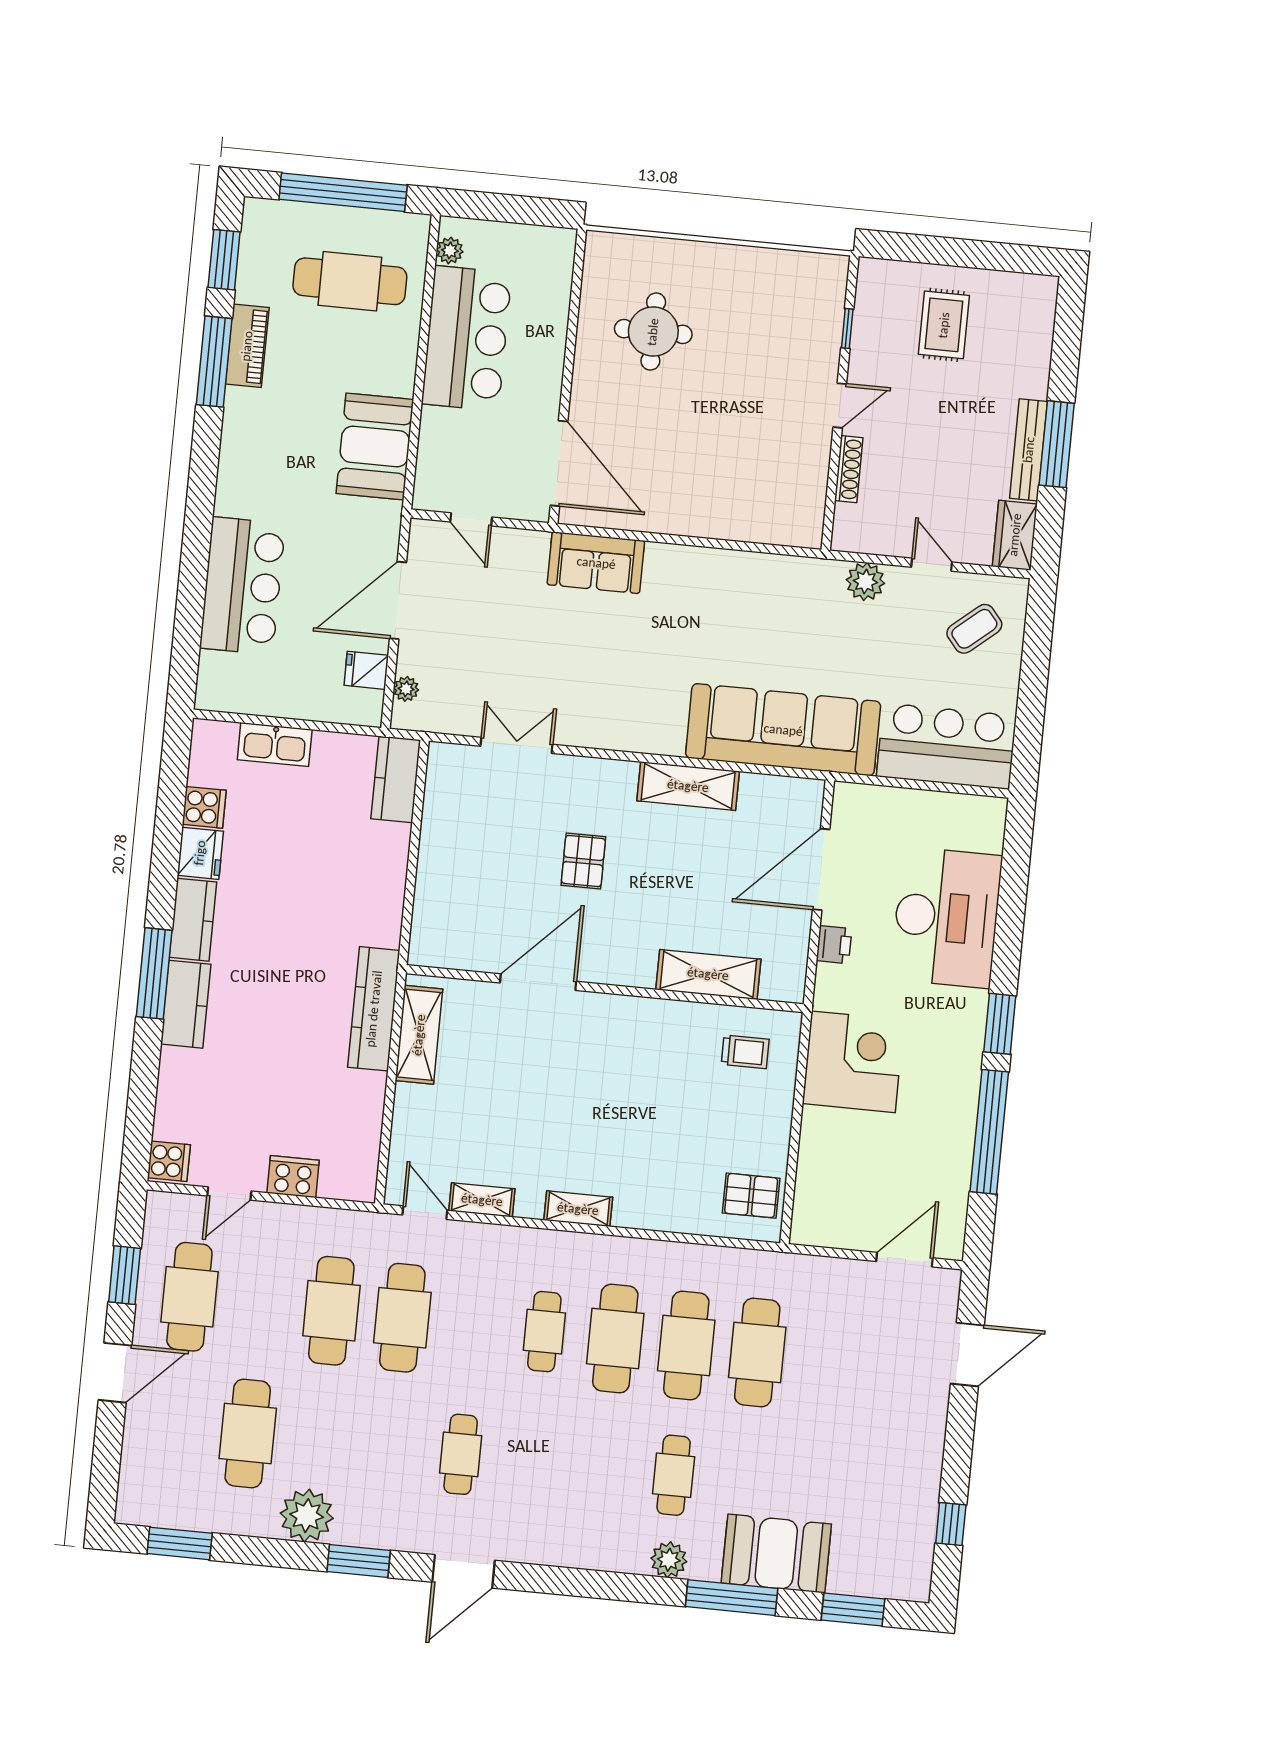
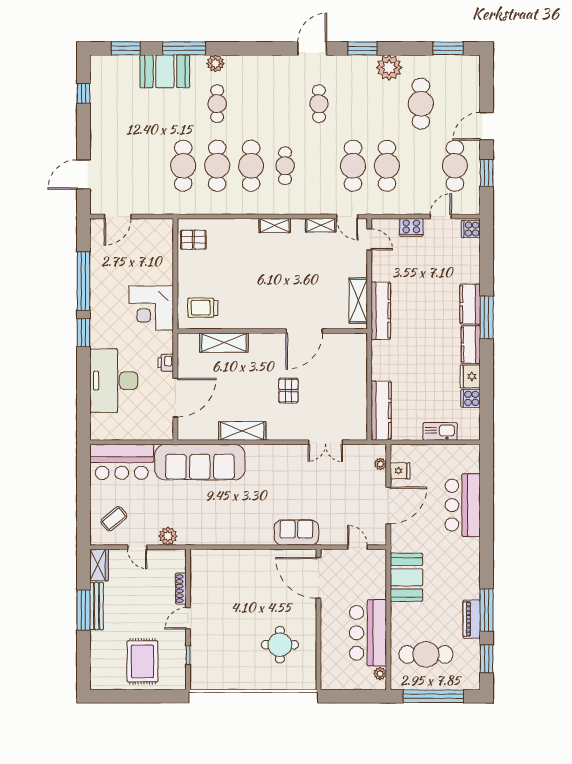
rug: (944, 325) -> (142, 661), width x1.36, depth x1.43
kitchen counter: (396, 779) -> (381, 411), width x1.50
trolley: (745, 1052) -> (203, 308), width x1.36, depth x1.39
door: (383, 1161) -> (369, 239), added

